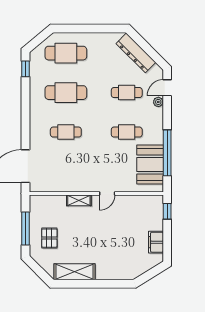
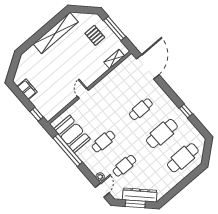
window: (147, 48) -> (135, 204), added
window: (25, 69) -> (186, 111), moved
shelving: (79, 200) -> (114, 59), moved
shelving: (74, 272) -> (56, 33), width x1.47

